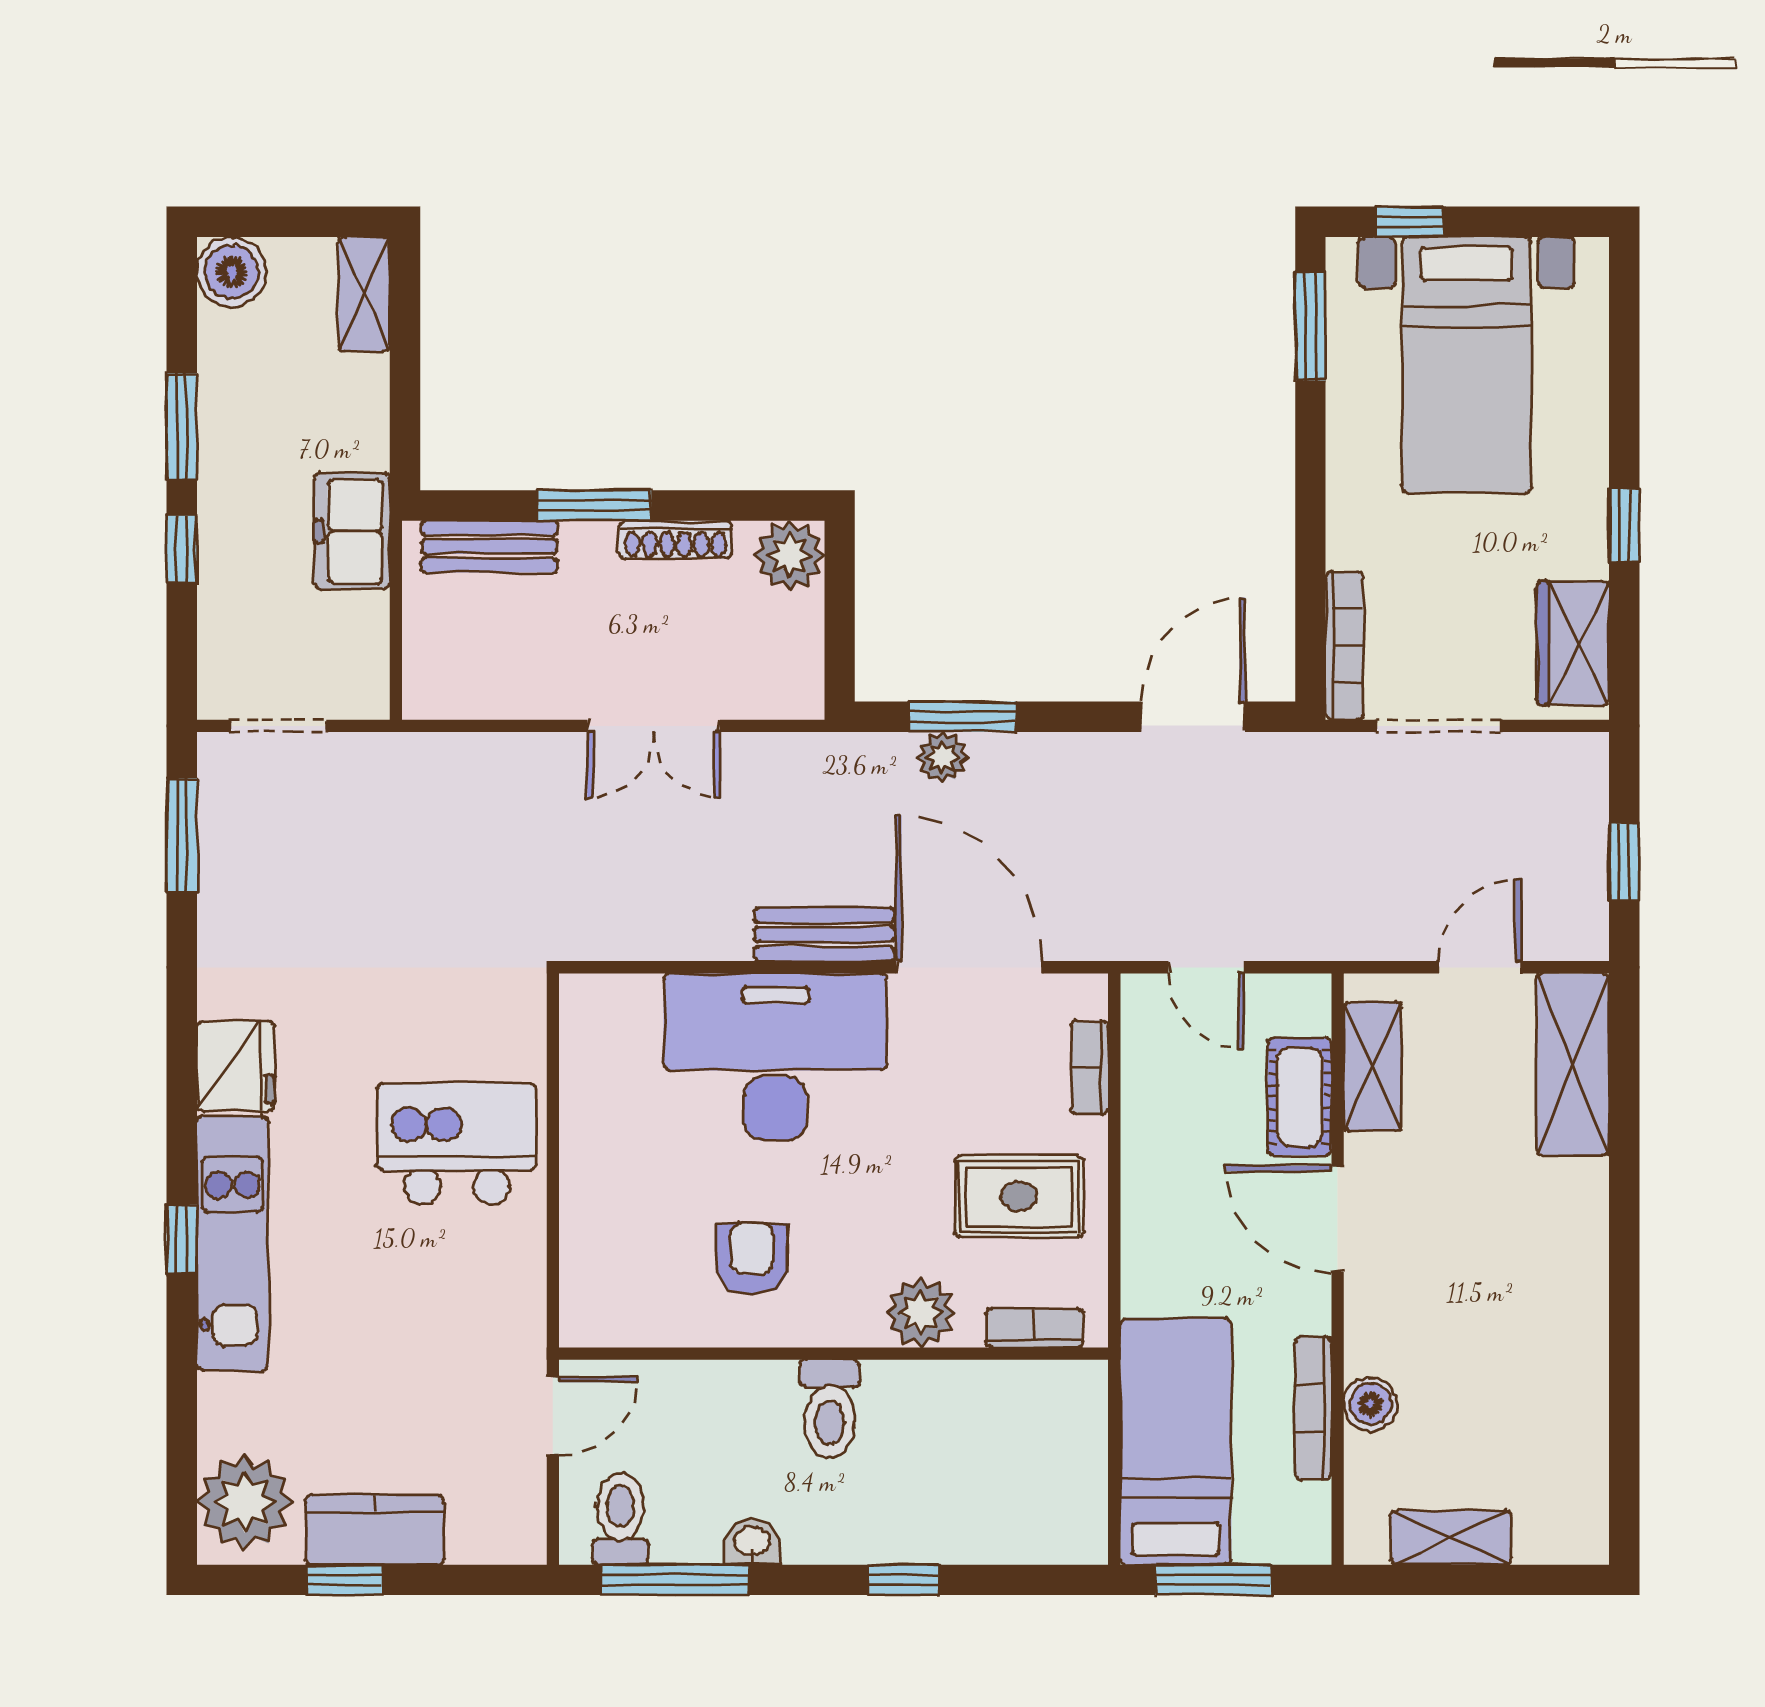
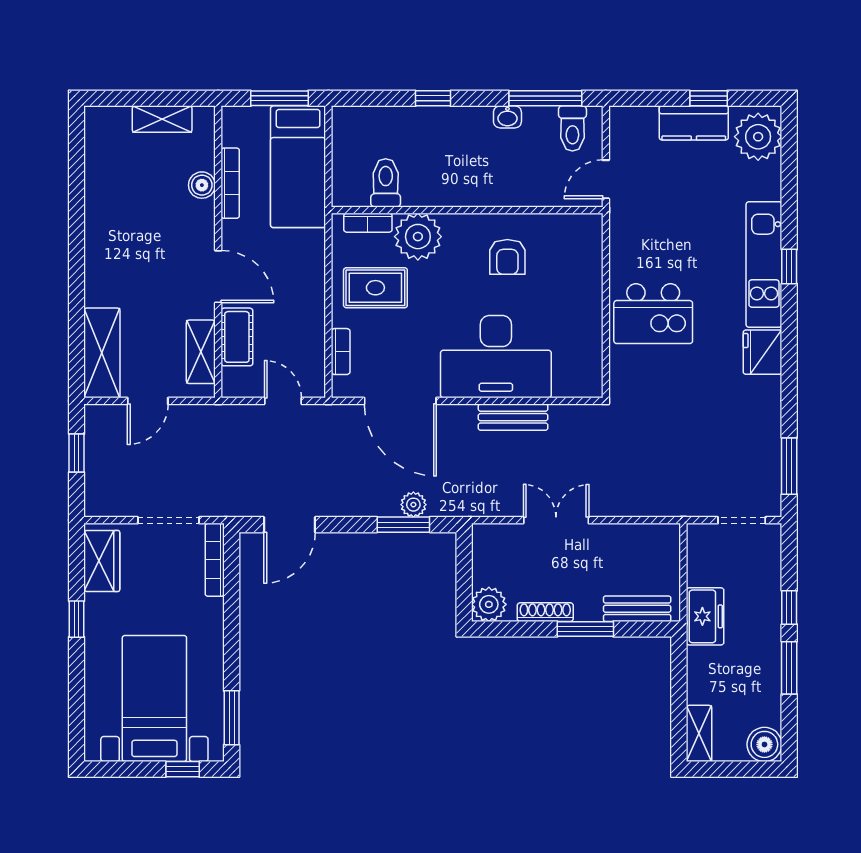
bench: (824, 934) -> (513, 417), moved
plant: (921, 1313) -> (418, 237), width x1.36, depth x1.36
toilet: (830, 1409) -> (386, 183), moved

